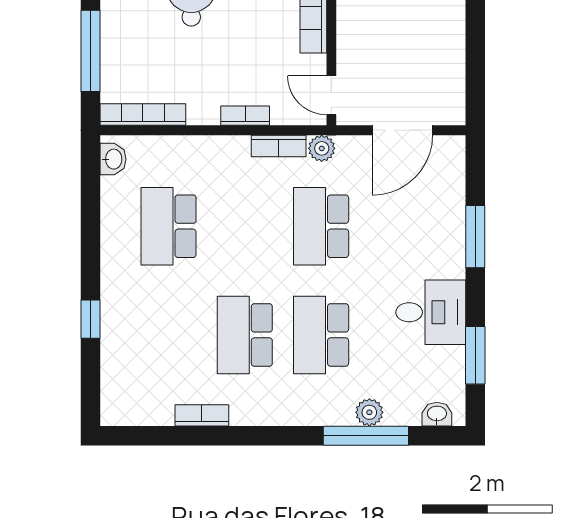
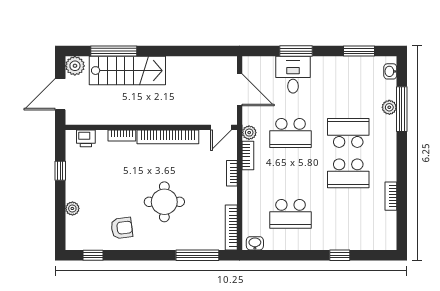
desk: (431, 312) -> (293, 75), moved
school desk: (321, 335) -> (348, 133), turned 180

